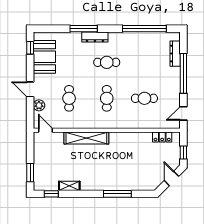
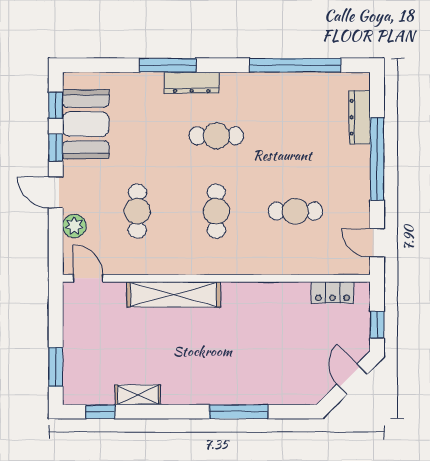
window: (30, 68) -> (56, 147), added
door: (183, 113) -> (377, 243), hinge flipped

